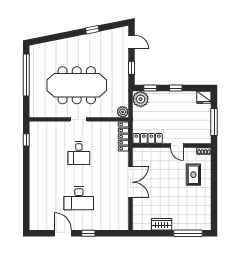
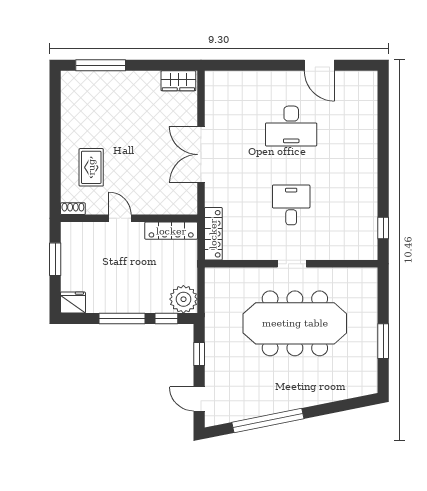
window: (92, 30) -> (268, 420), width x3.17
window: (26, 75) -> (383, 341), width x0.47
window: (176, 88) -> (122, 319), width x2.17
plant: (123, 112) -> (215, 277), removed
window: (214, 122) -> (55, 259), width x0.69
desk: (79, 198) -> (291, 126), turned 180
wardrobe: (162, 224) -> (178, 81), moved
window: (88, 233) -> (274, 65), removed

